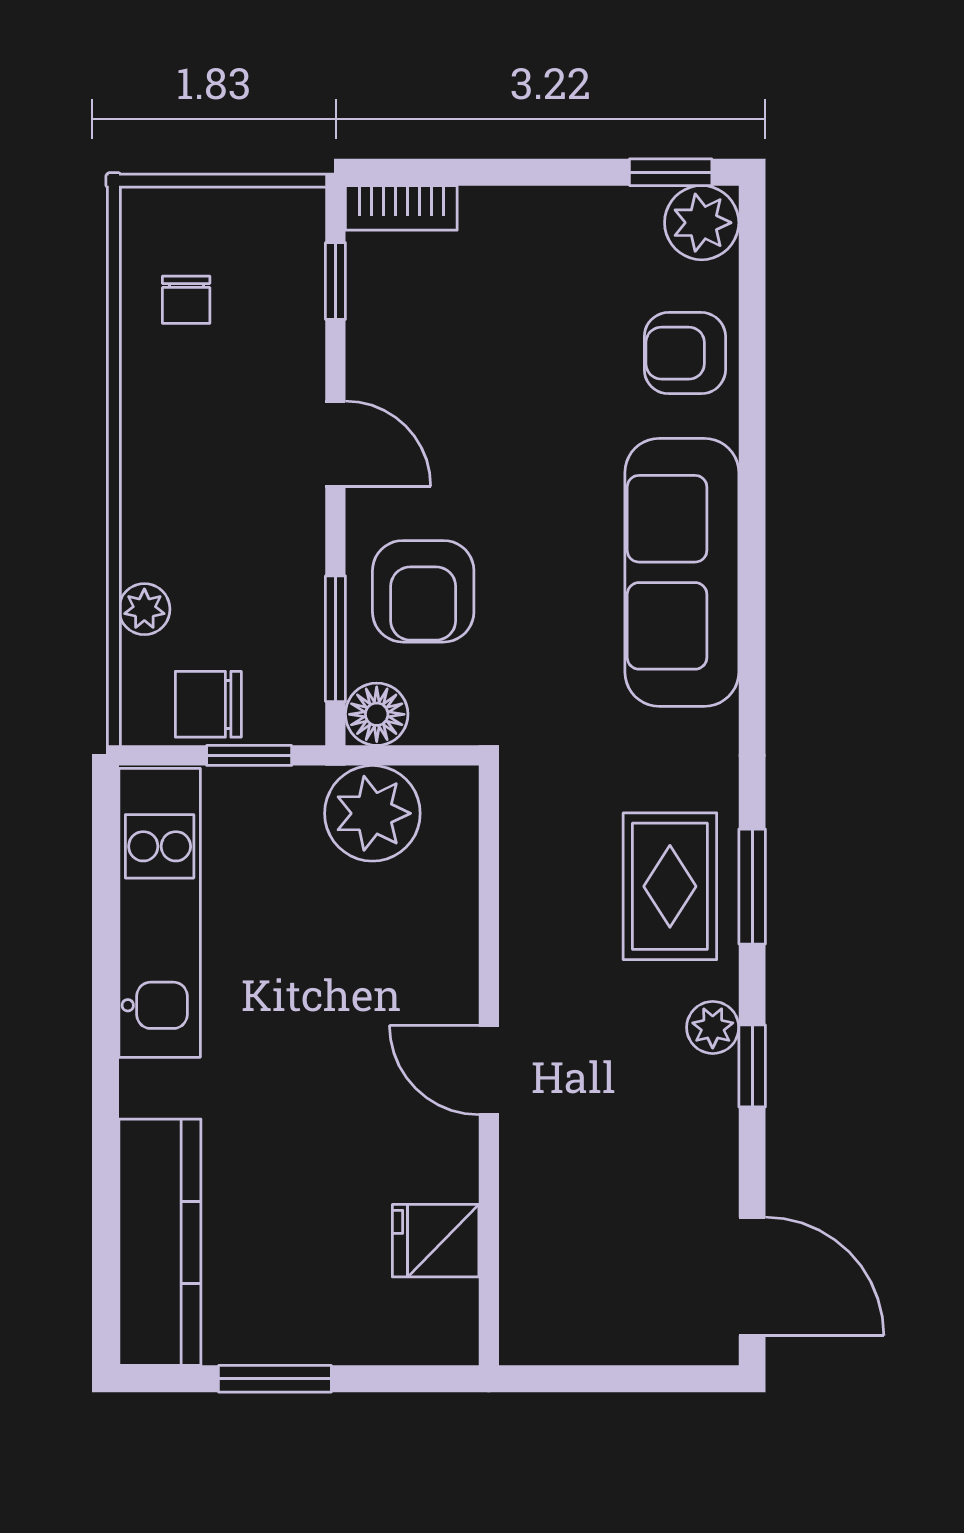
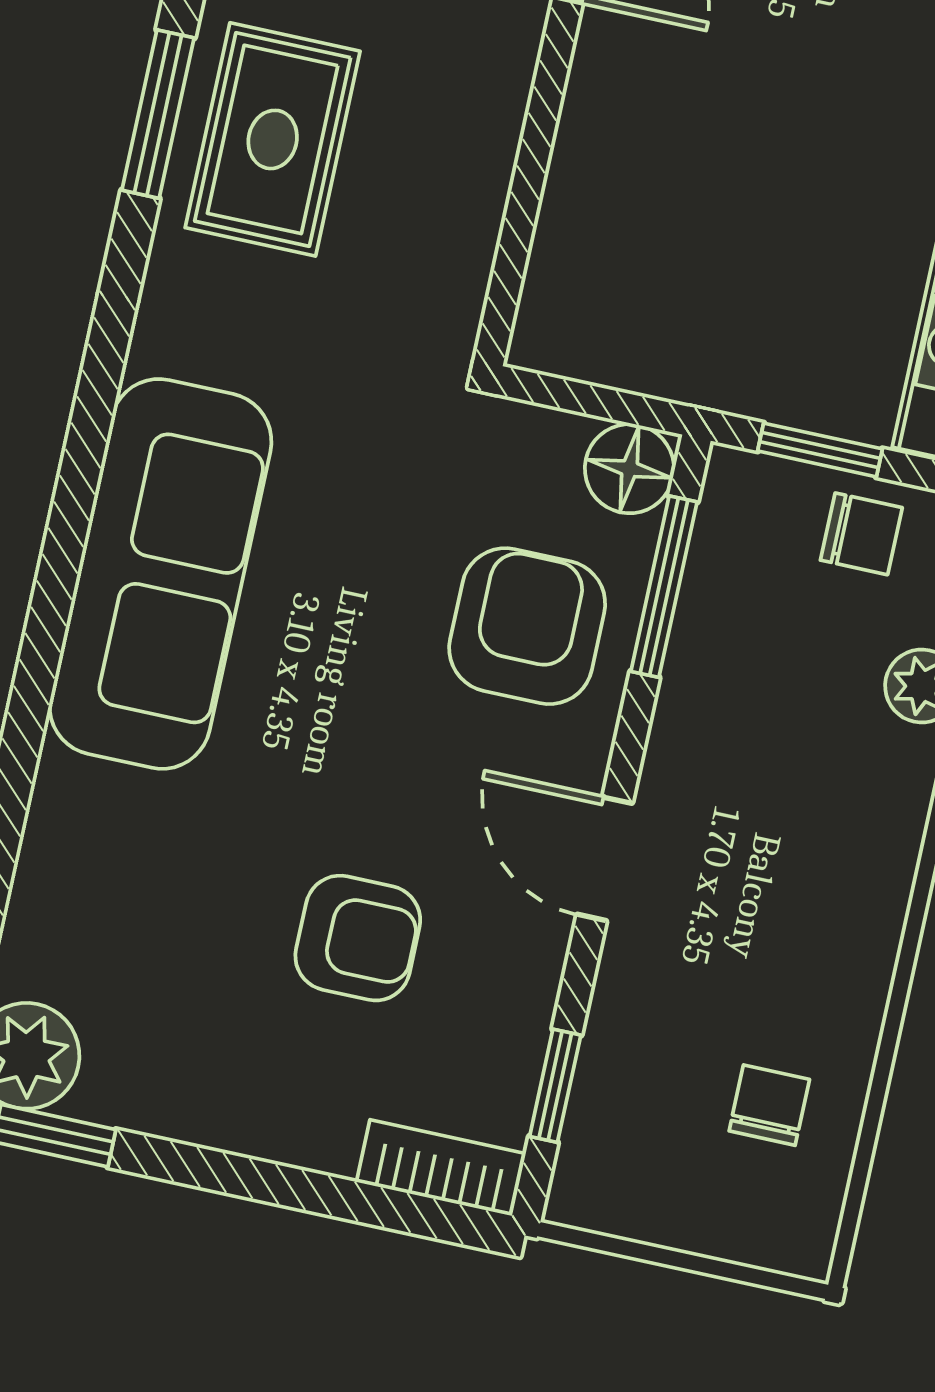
armchair: (685, 353) -> (358, 938), moved
chair: (208, 704) -> (861, 534), width x0.73, depth x0.73
plant: (372, 813) -> (666, 332), removed

